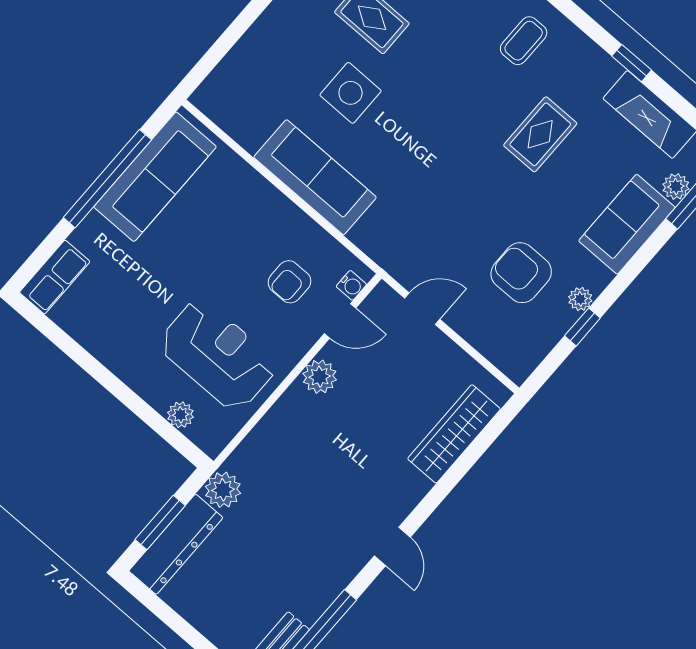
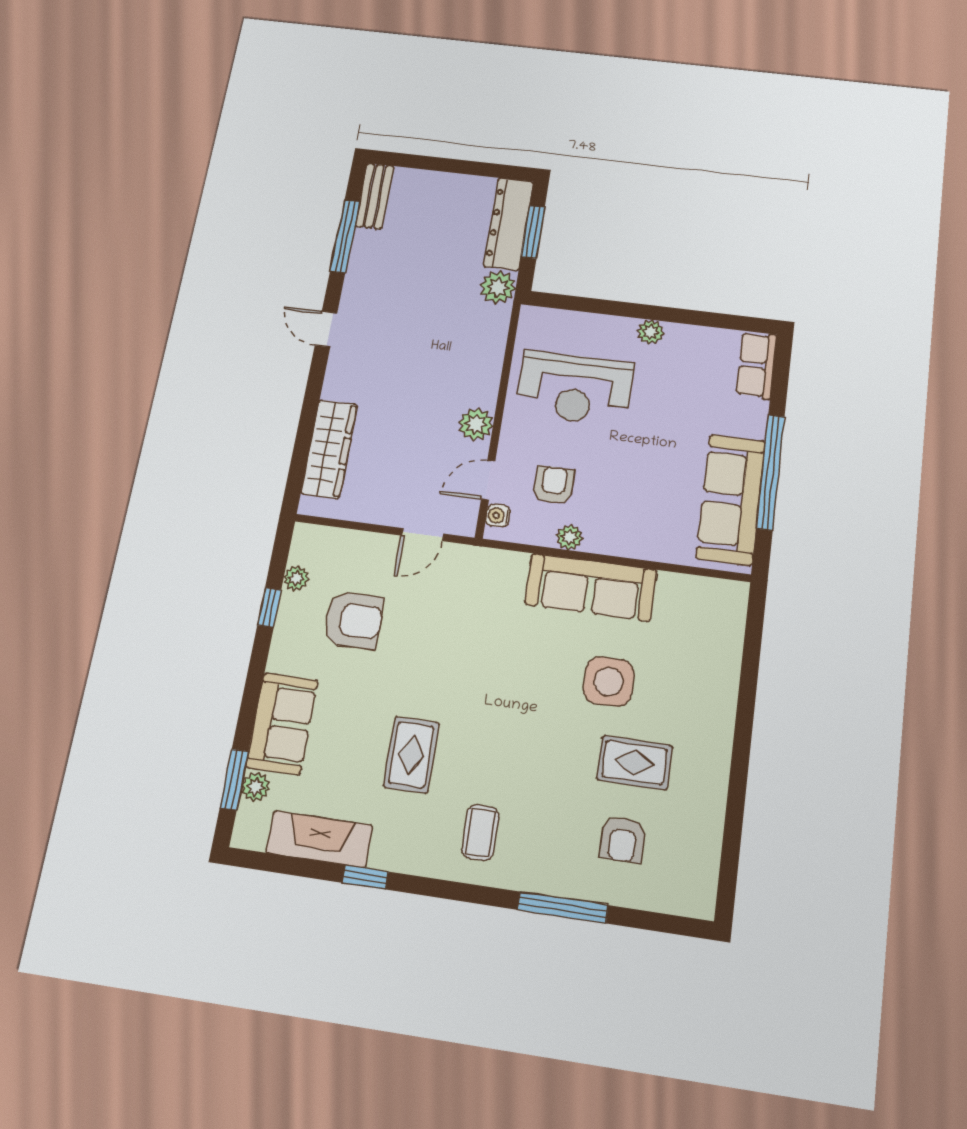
plant: (305, 229) -> (569, 537), added
plant: (580, 299) -> (296, 578), moved
plant: (181, 415) -> (651, 332), moved

